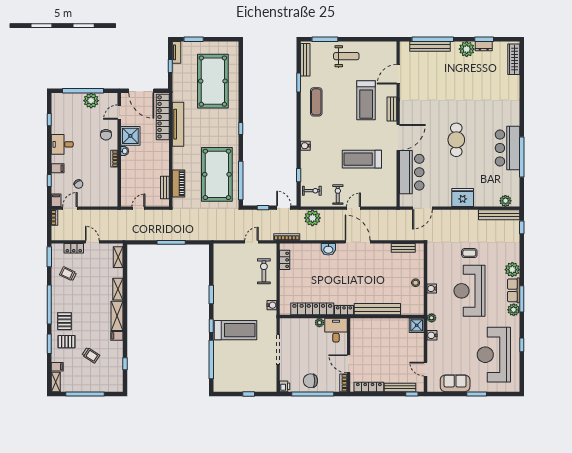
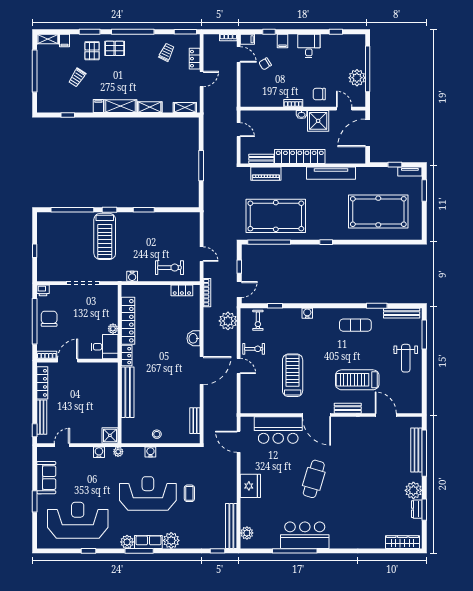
locker: (163, 117) -> (300, 156), moved
cafe table: (456, 140) -> (314, 479), turned -74

